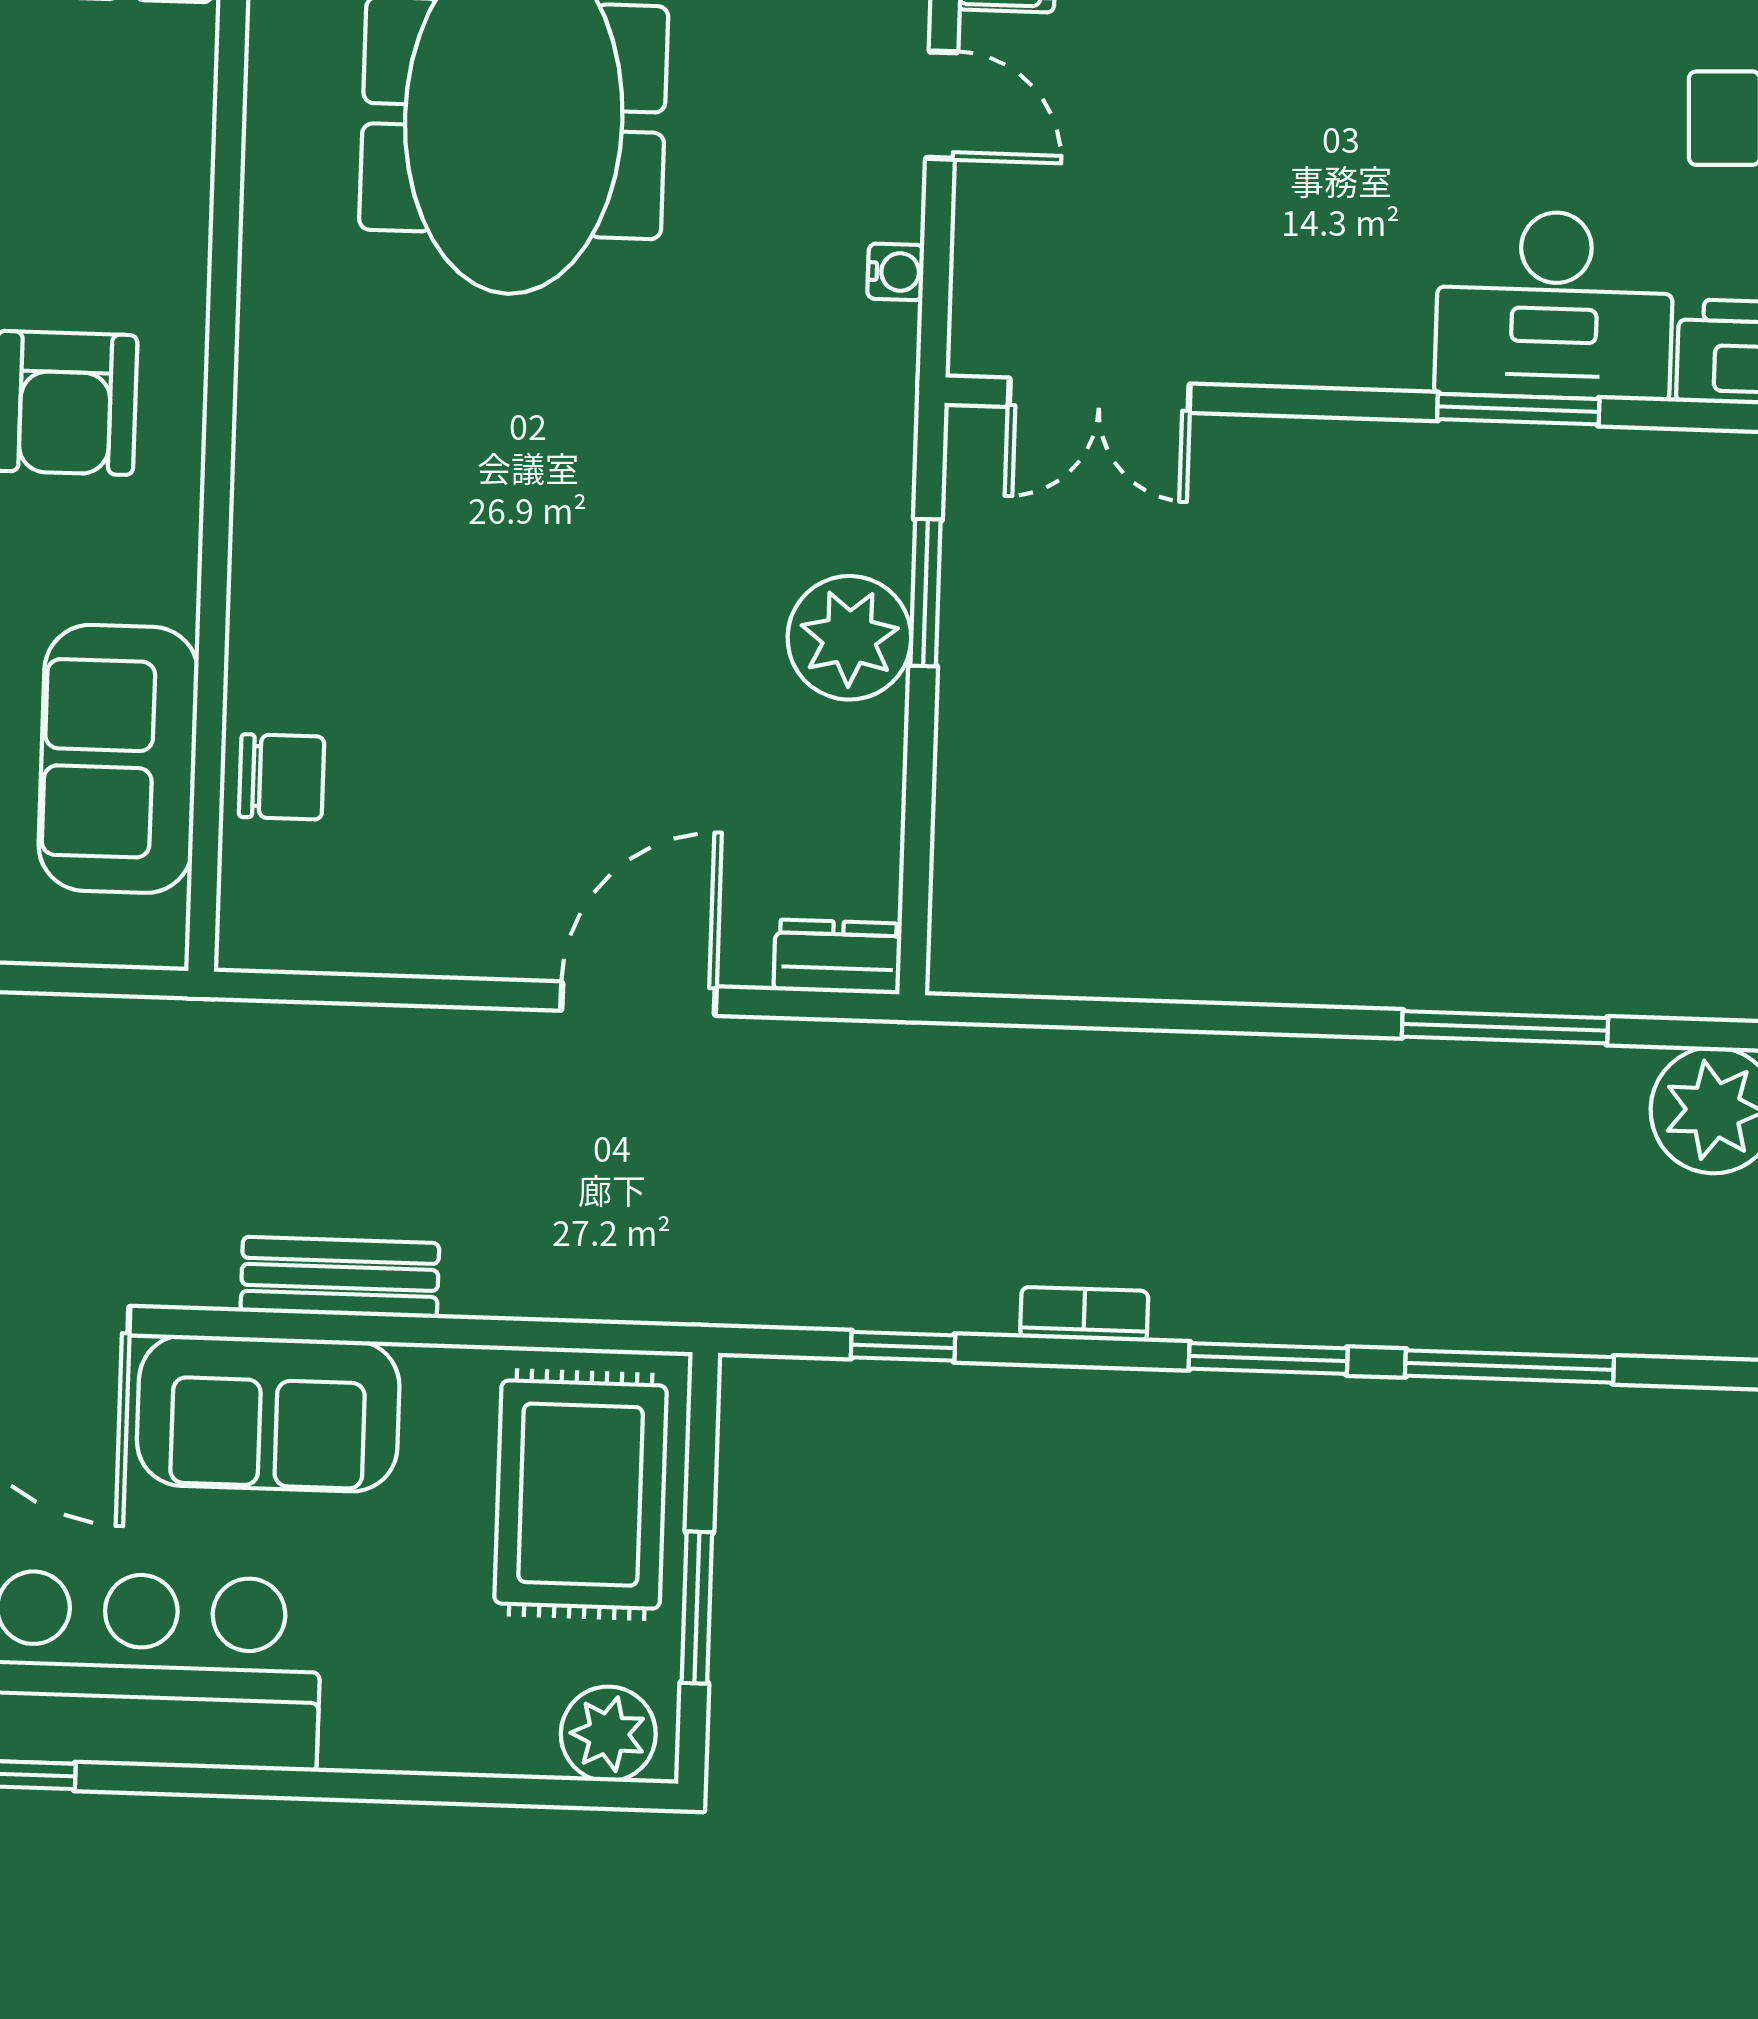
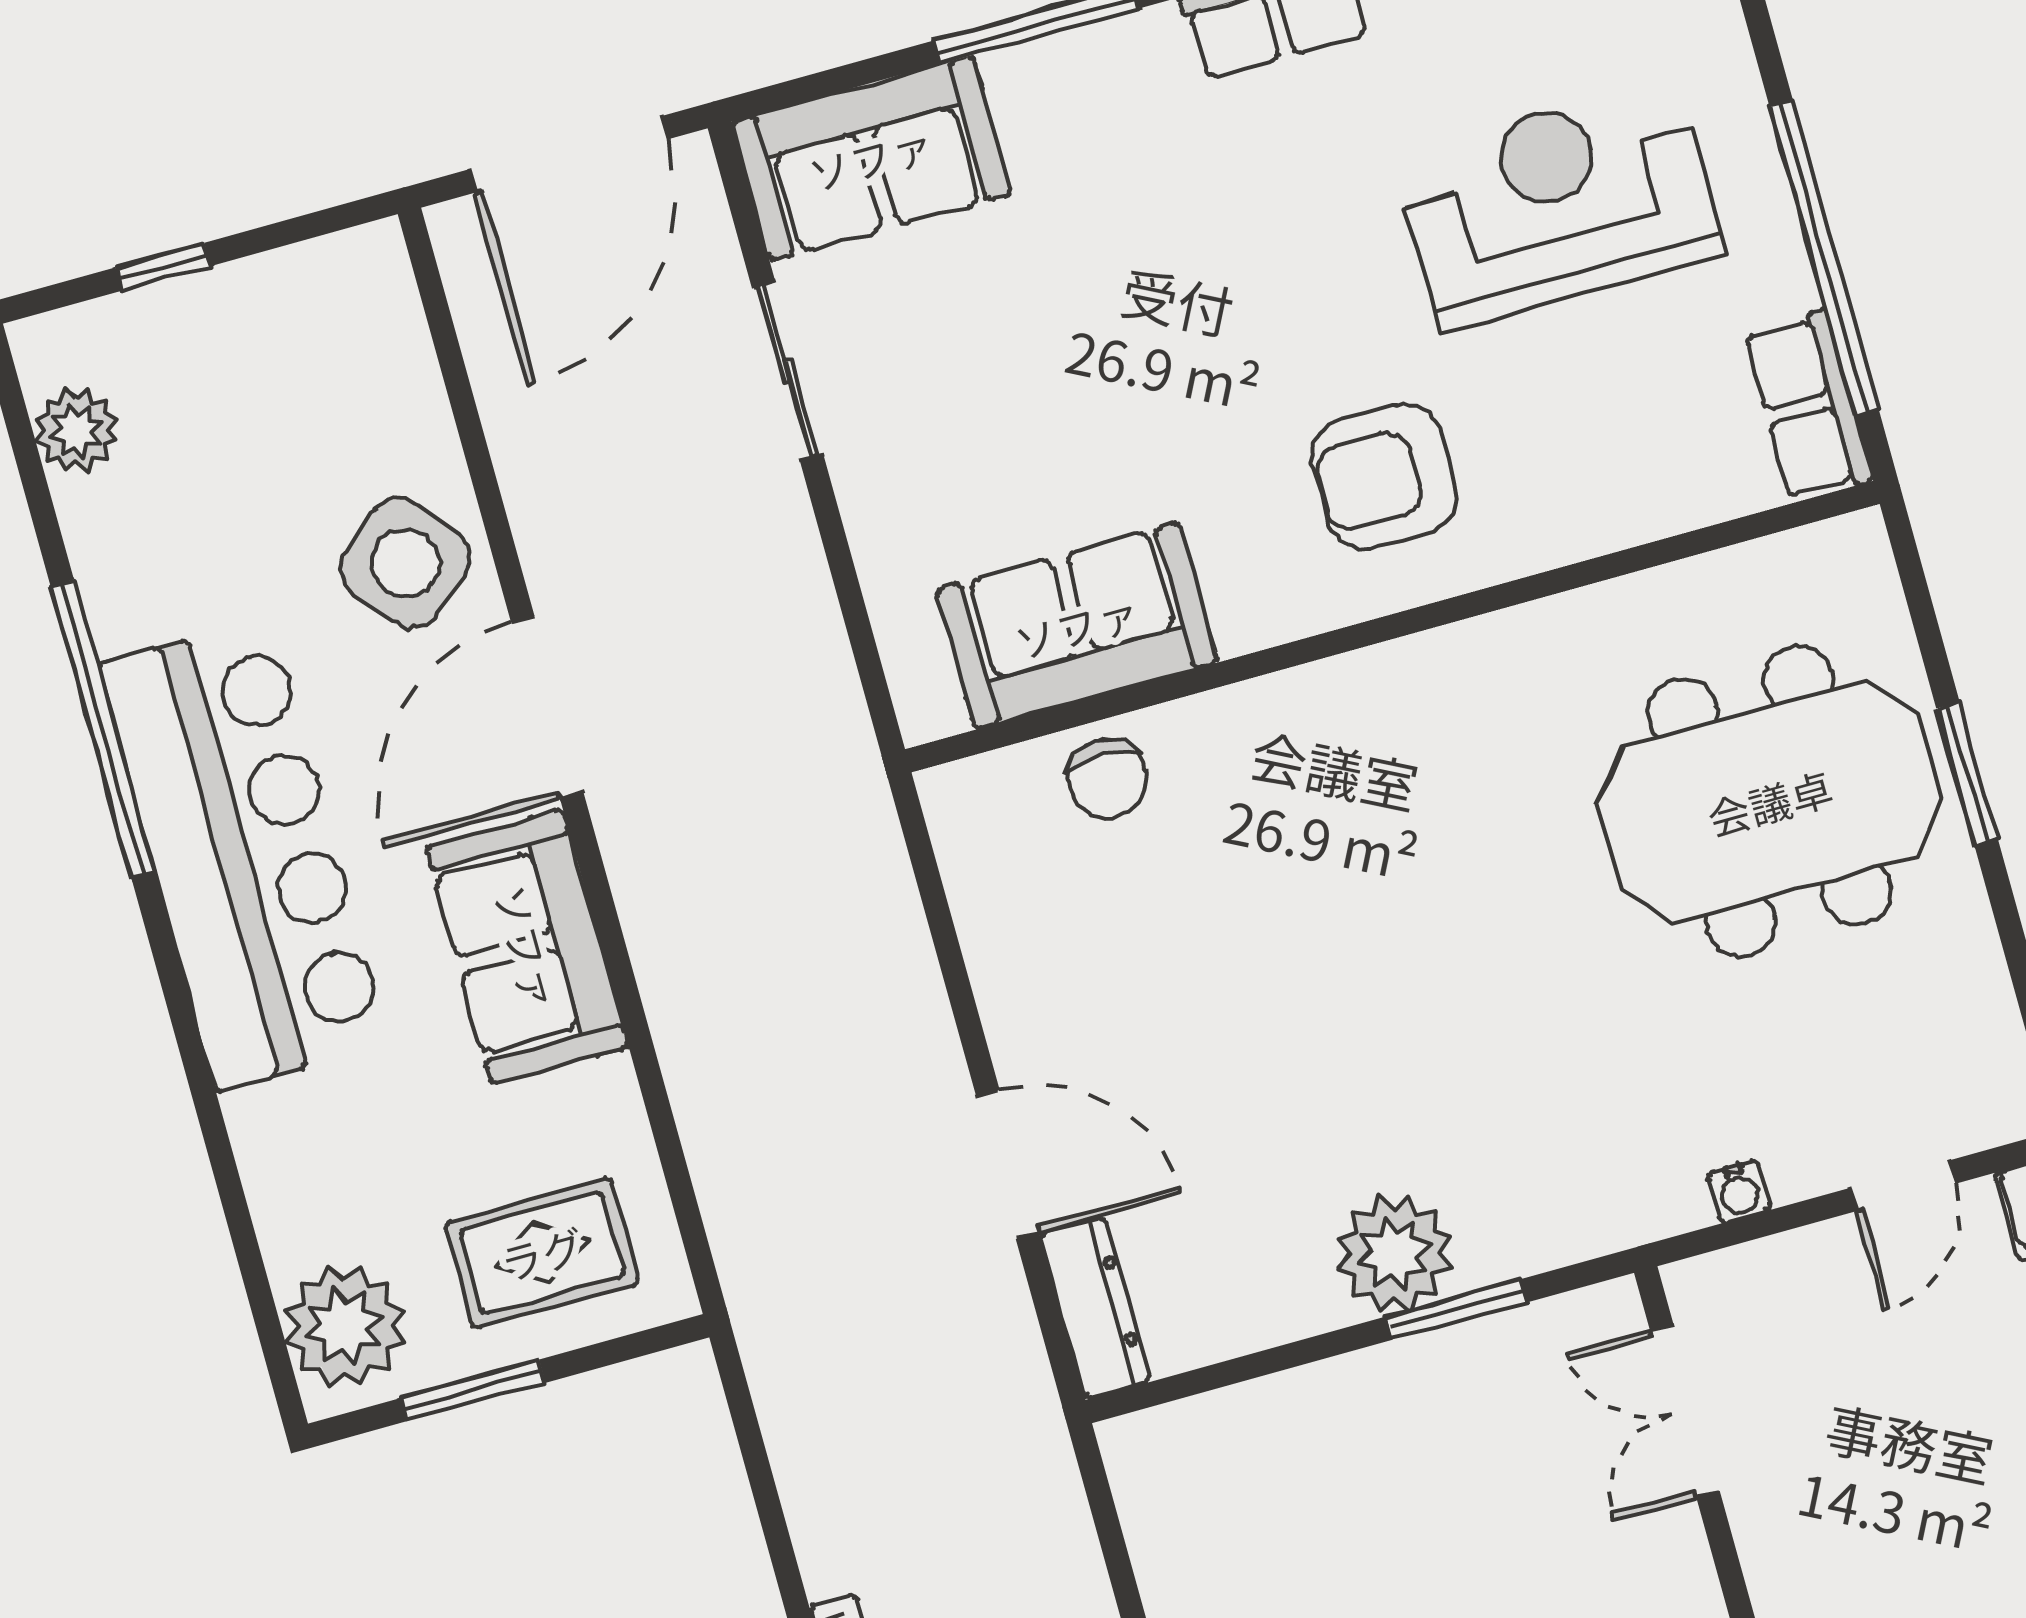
dresser: (838, 957) -> (1095, 1308), width x1.44
bench: (340, 1277) -> (670, 973), removed
window: (903, 1346) -> (768, 1503), removed
rug: (581, 1495) -> (542, 1253), width x0.73, depth x0.70
plant: (608, 1734) -> (345, 1326), width x1.36, depth x1.36

